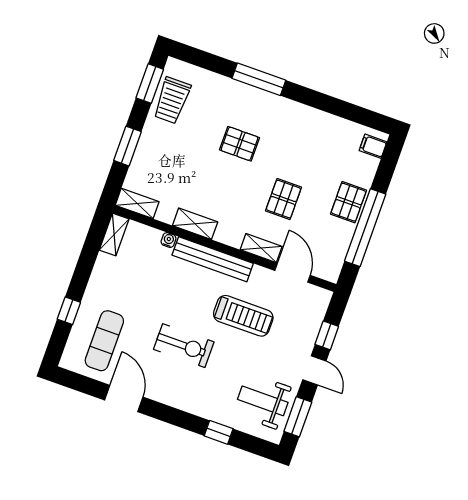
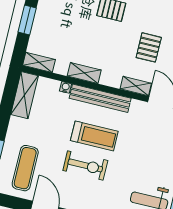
shelving: (114, 234) -> (25, 95), width x1.50, depth x1.33
treadmill: (243, 316) -> (94, 136), moved

